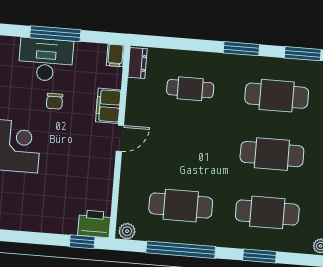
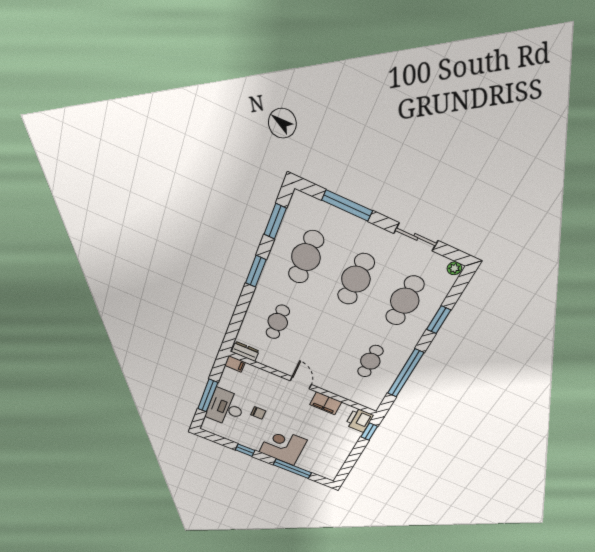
filing cabinet: (108, 106) -> (326, 403), moved
cafe table: (181, 206) -> (370, 361), width x0.73, depth x0.74
plant: (127, 231) -> (374, 402), removed

